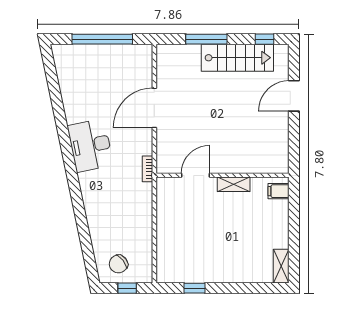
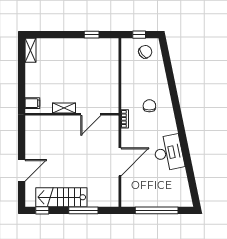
desk: (90, 145) -> (169, 153), moved
chair: (113, 187) -> (149, 106), added

